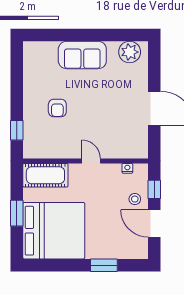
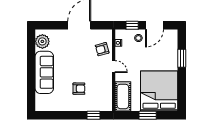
sofa: (82, 55) -> (44, 72), width x1.36
armchair: (118, 143) -> (102, 49), added
door: (91, 161) -> (114, 67), swing flipped

